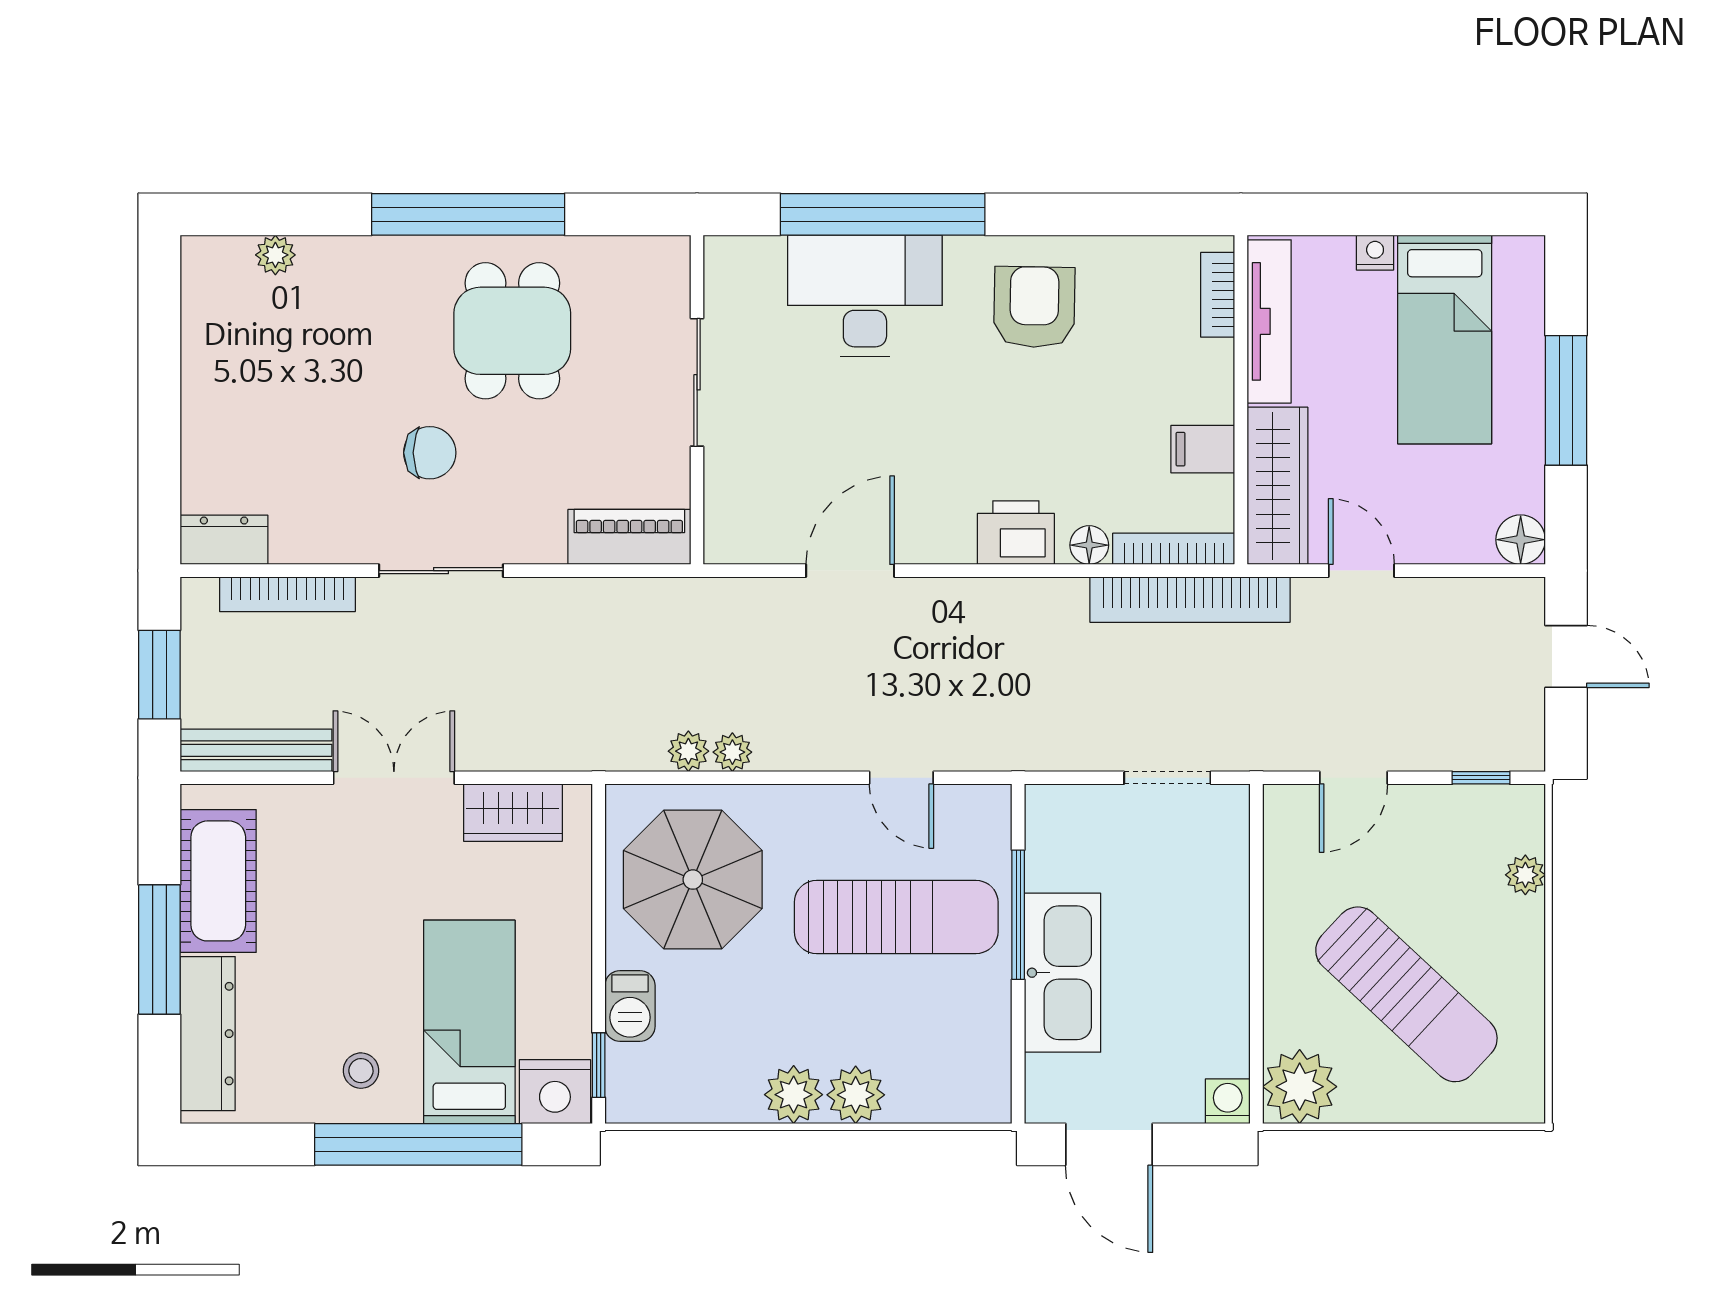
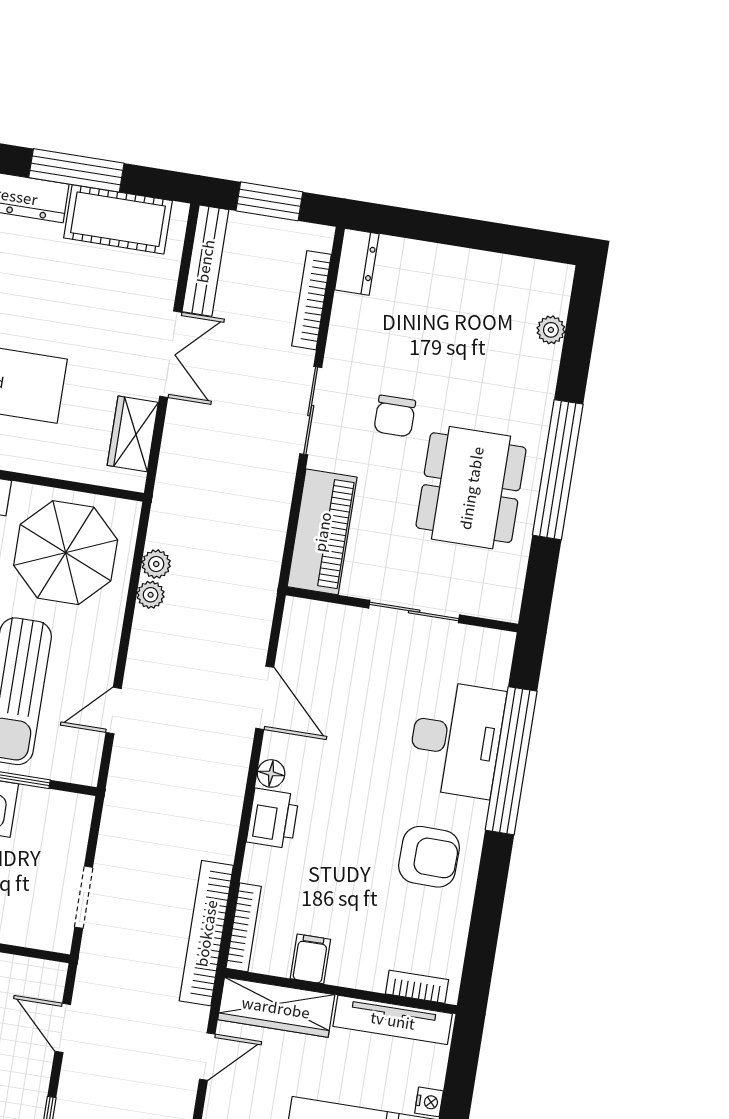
dining table: (512, 331) -> (471, 488), width x1.38
piano: (629, 537) -> (322, 532), width x1.37, depth x1.33
floor lamp: (1089, 545) -> (271, 773), moved

